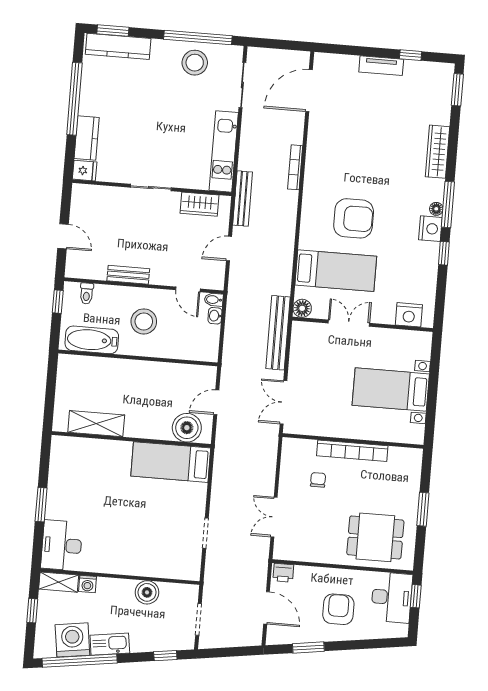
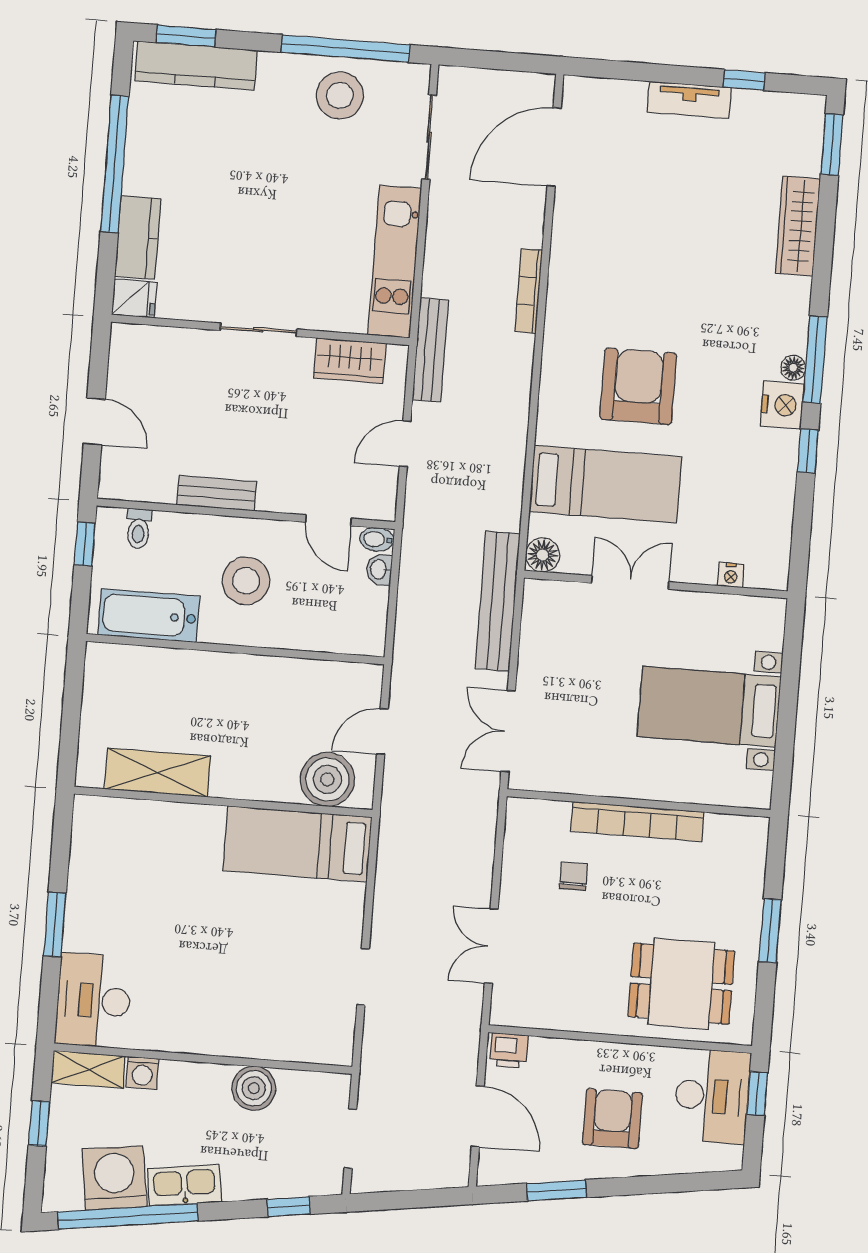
wardrobe: (437, 152) -> (798, 226), moved
armchair: (354, 218) -> (638, 386), turned -90
nightstand: (409, 315) -> (731, 575), width x0.53, depth x0.56

